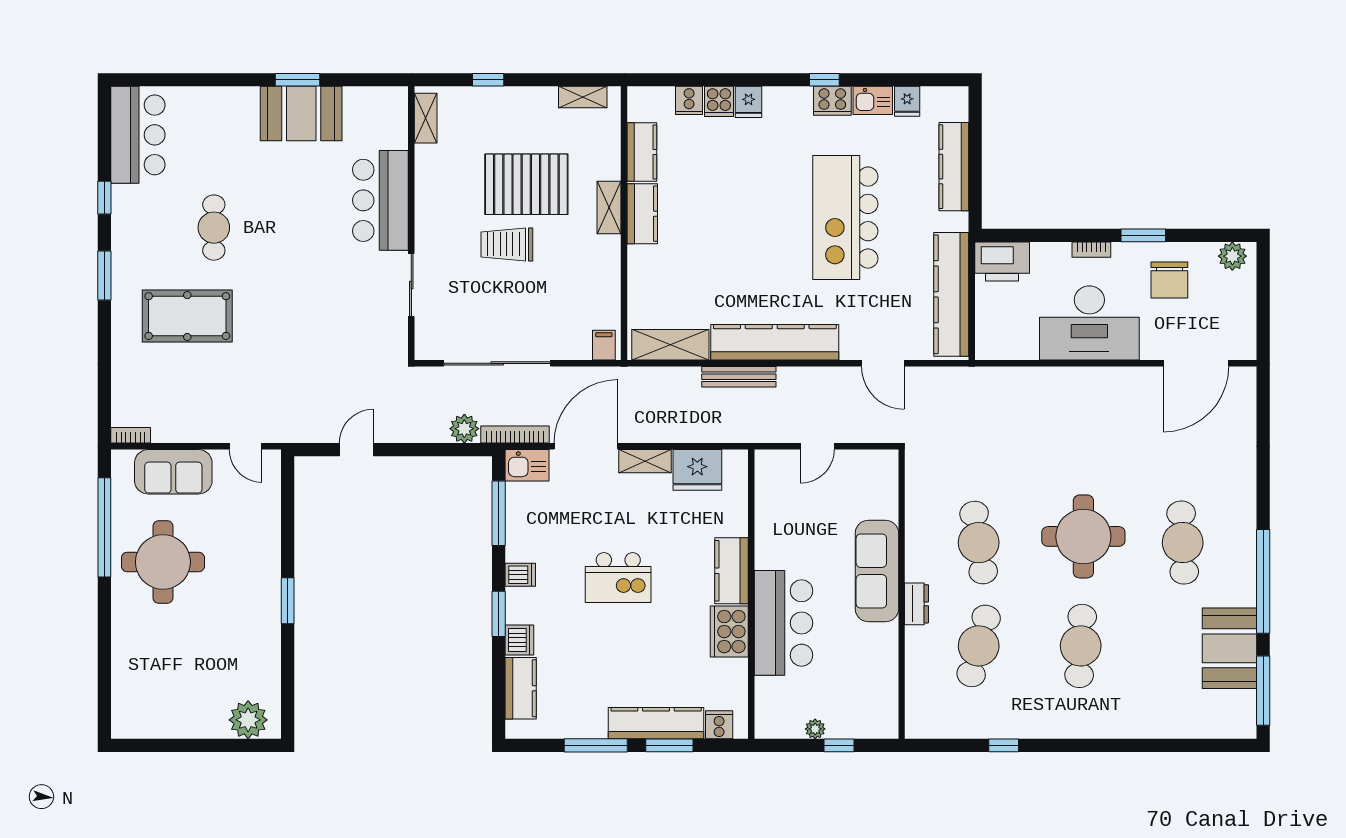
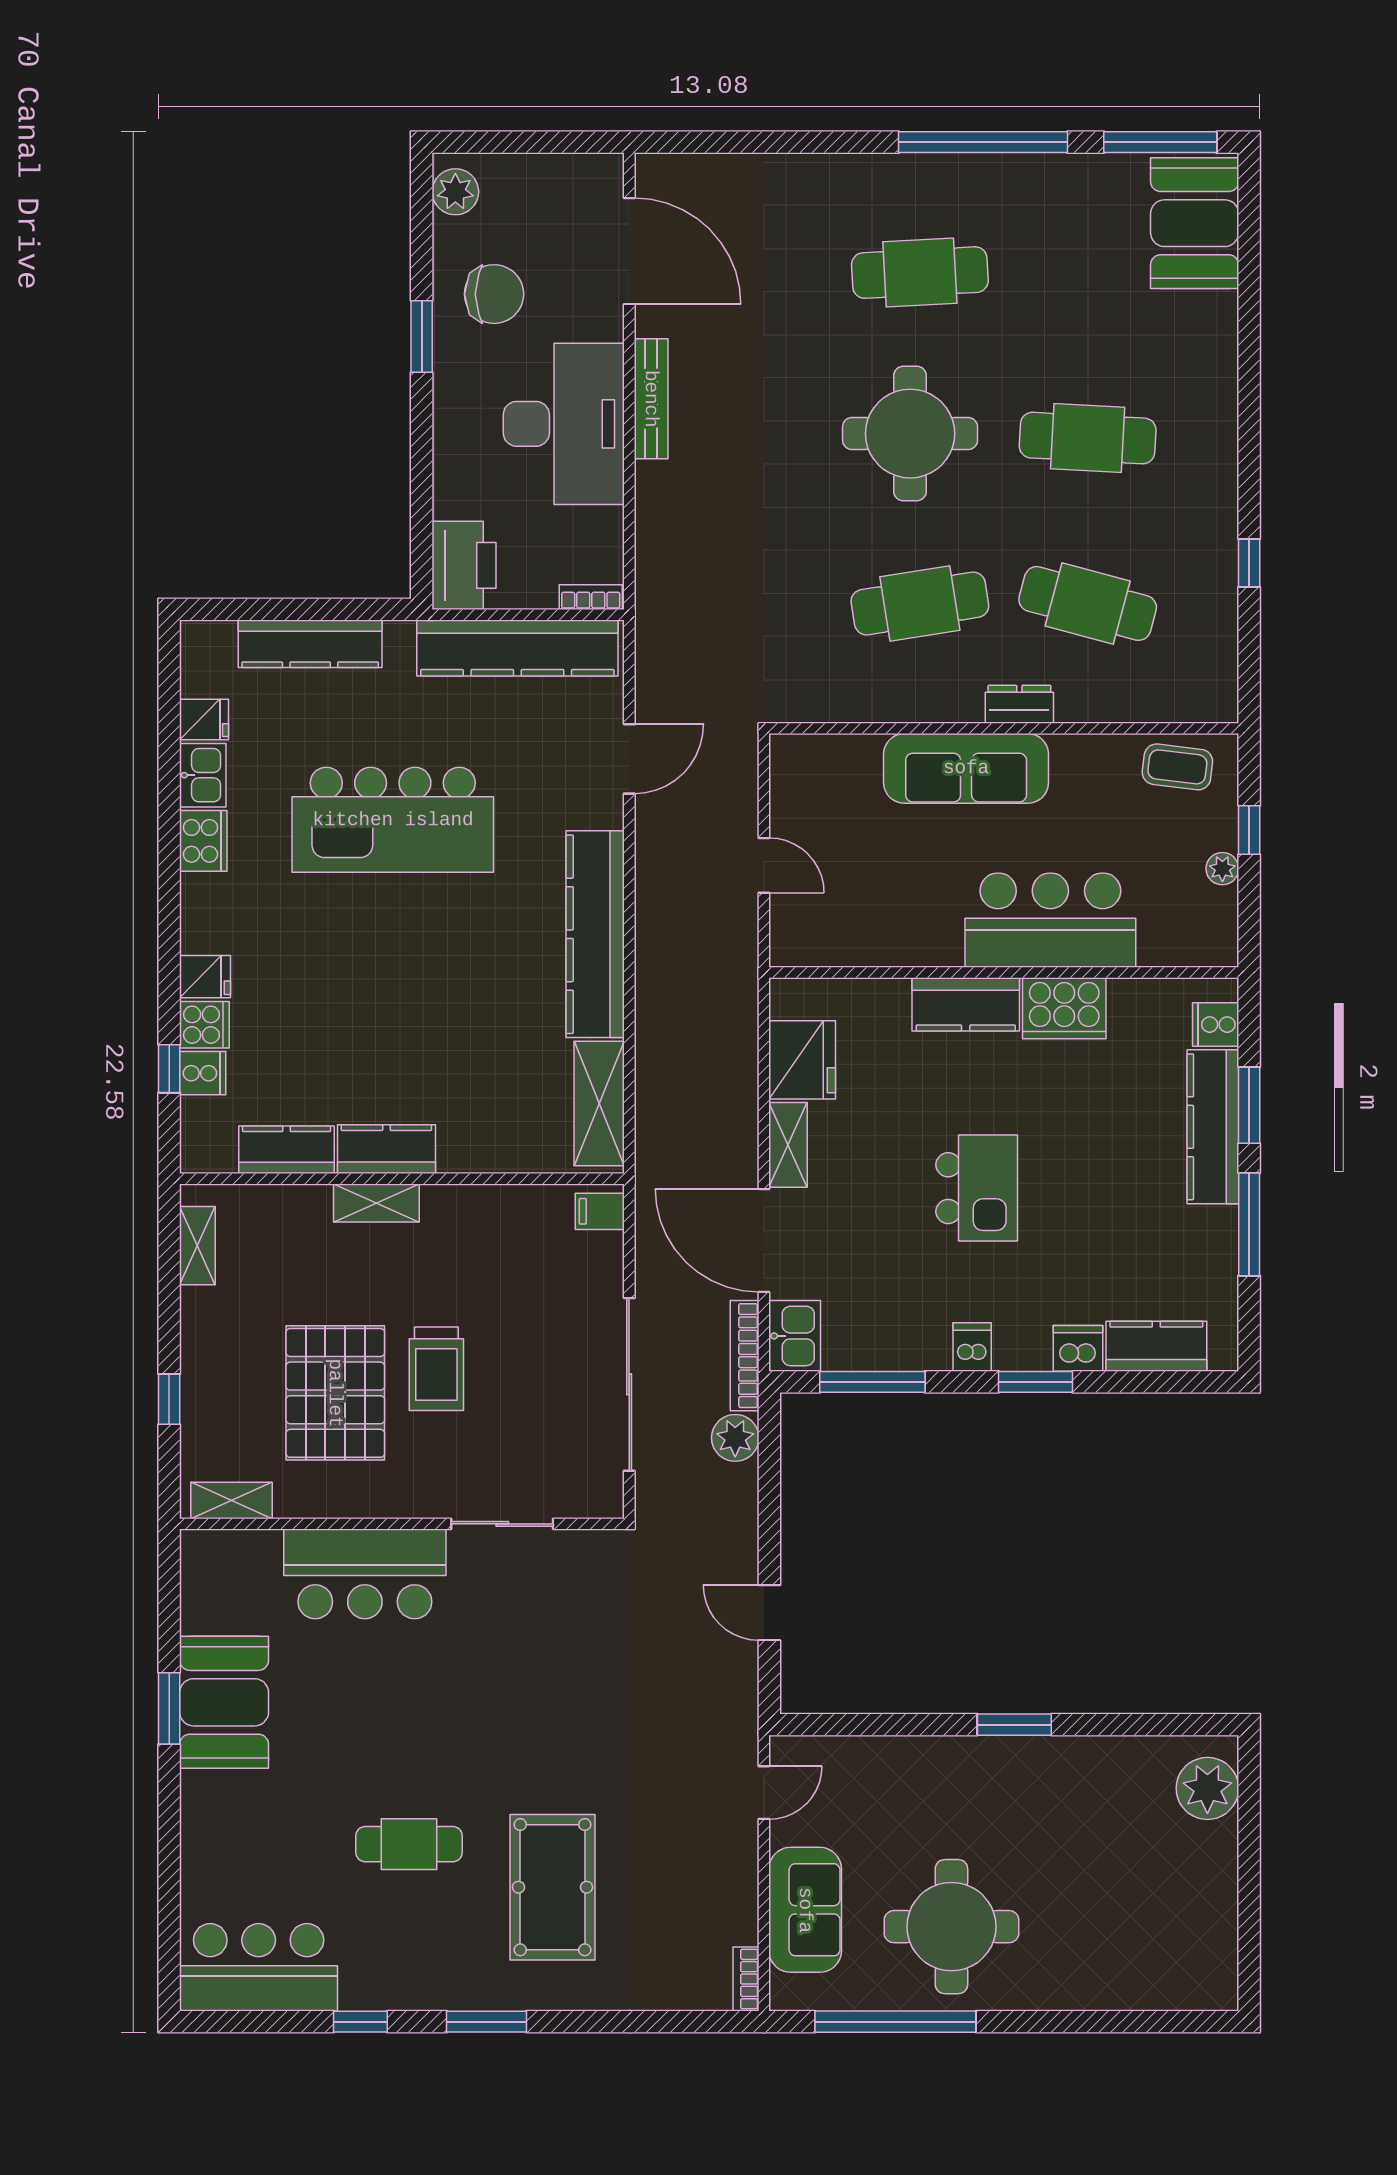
window: (824, 80) -> (169, 1069), moved
pallet: (526, 184) -> (335, 1393), moved
bookcase: (1091, 250) -> (591, 597), moved, turned -90
bench: (739, 377) -> (651, 399), moved
booth: (1229, 648) -> (1195, 223), moved, turned 90
coffee table: (878, 701) -> (1177, 767), added

